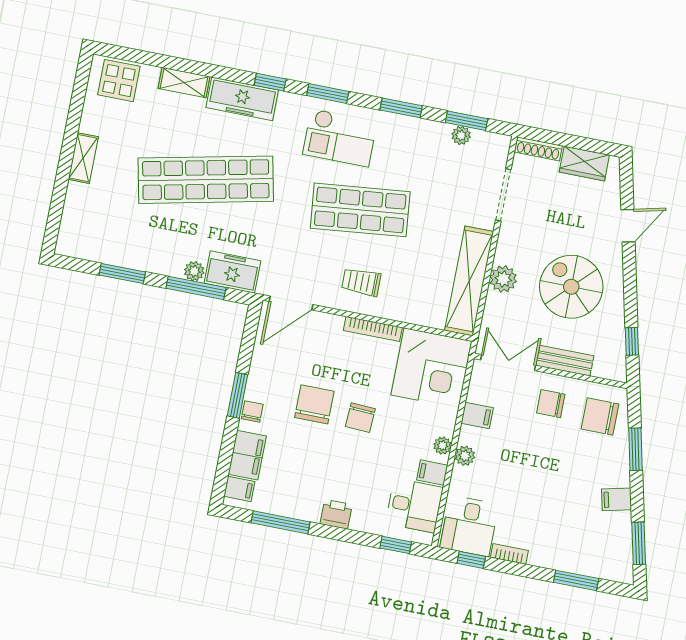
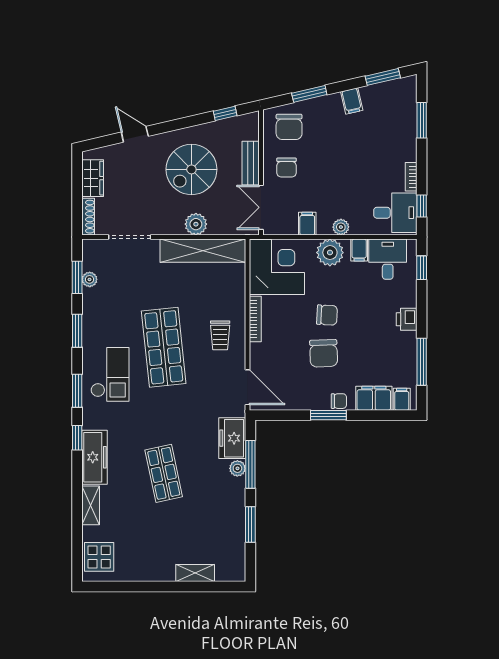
shelving: (83, 158) -> (195, 573), moved
shop shelf: (206, 180) -> (164, 473), width x0.50, depth x0.74
chair: (314, 404) -> (324, 353), turned -92
chair: (252, 412) -> (339, 401), turned 180
plant: (442, 446) -> (330, 253), width x1.88, depth x1.88

